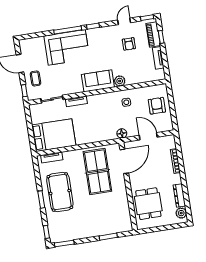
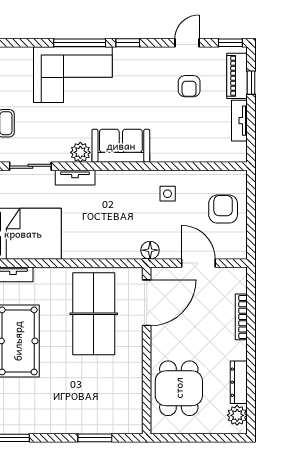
plant: (120, 81) -> (80, 152), moved

